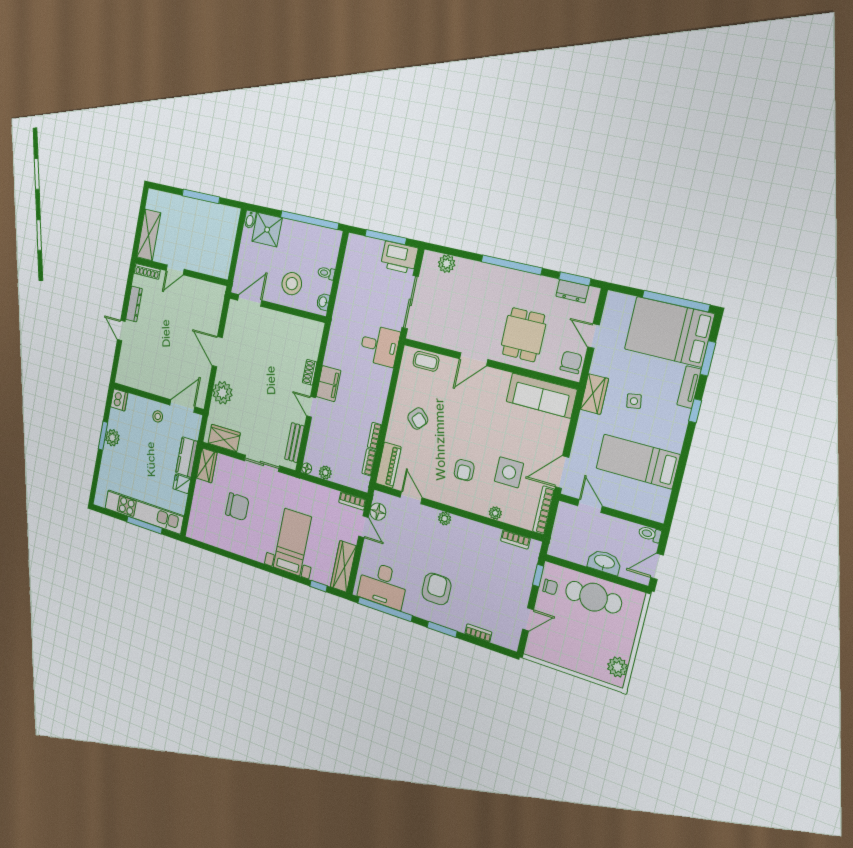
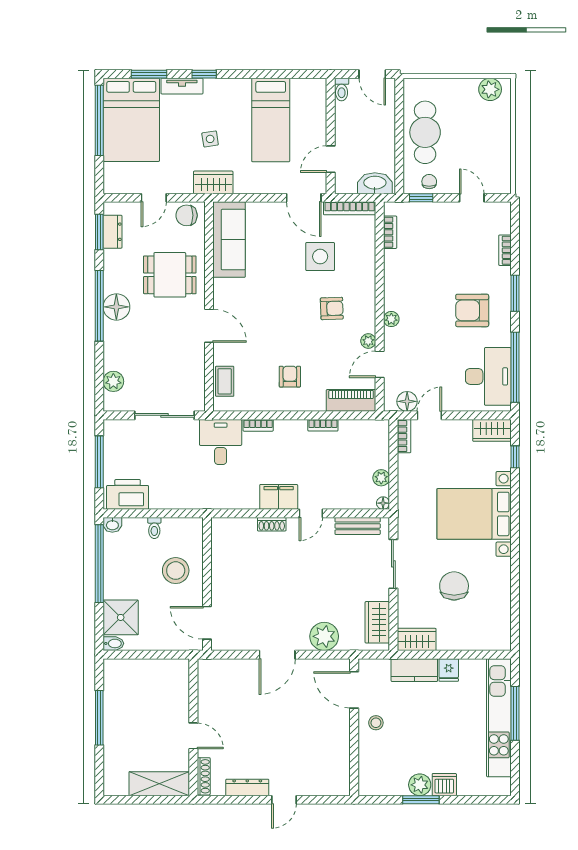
printer: (399, 257) -> (128, 494), moved, turned -90
floor lamp: (507, 280) -> (116, 307), added
washbasin: (323, 302) -> (112, 525), moved
dishwasher: (119, 400) -> (444, 785), moved
armchair: (418, 418) -> (290, 377), turned -43
bookcase: (369, 462) -> (258, 425), moved
plant: (495, 513) -> (368, 341), moved
bed with nightstands: (292, 542) -> (474, 514), width x1.36
washbasin: (604, 562) -> (375, 183), moved, turned 90
wardrobe: (343, 566) -> (492, 430), width x0.67

